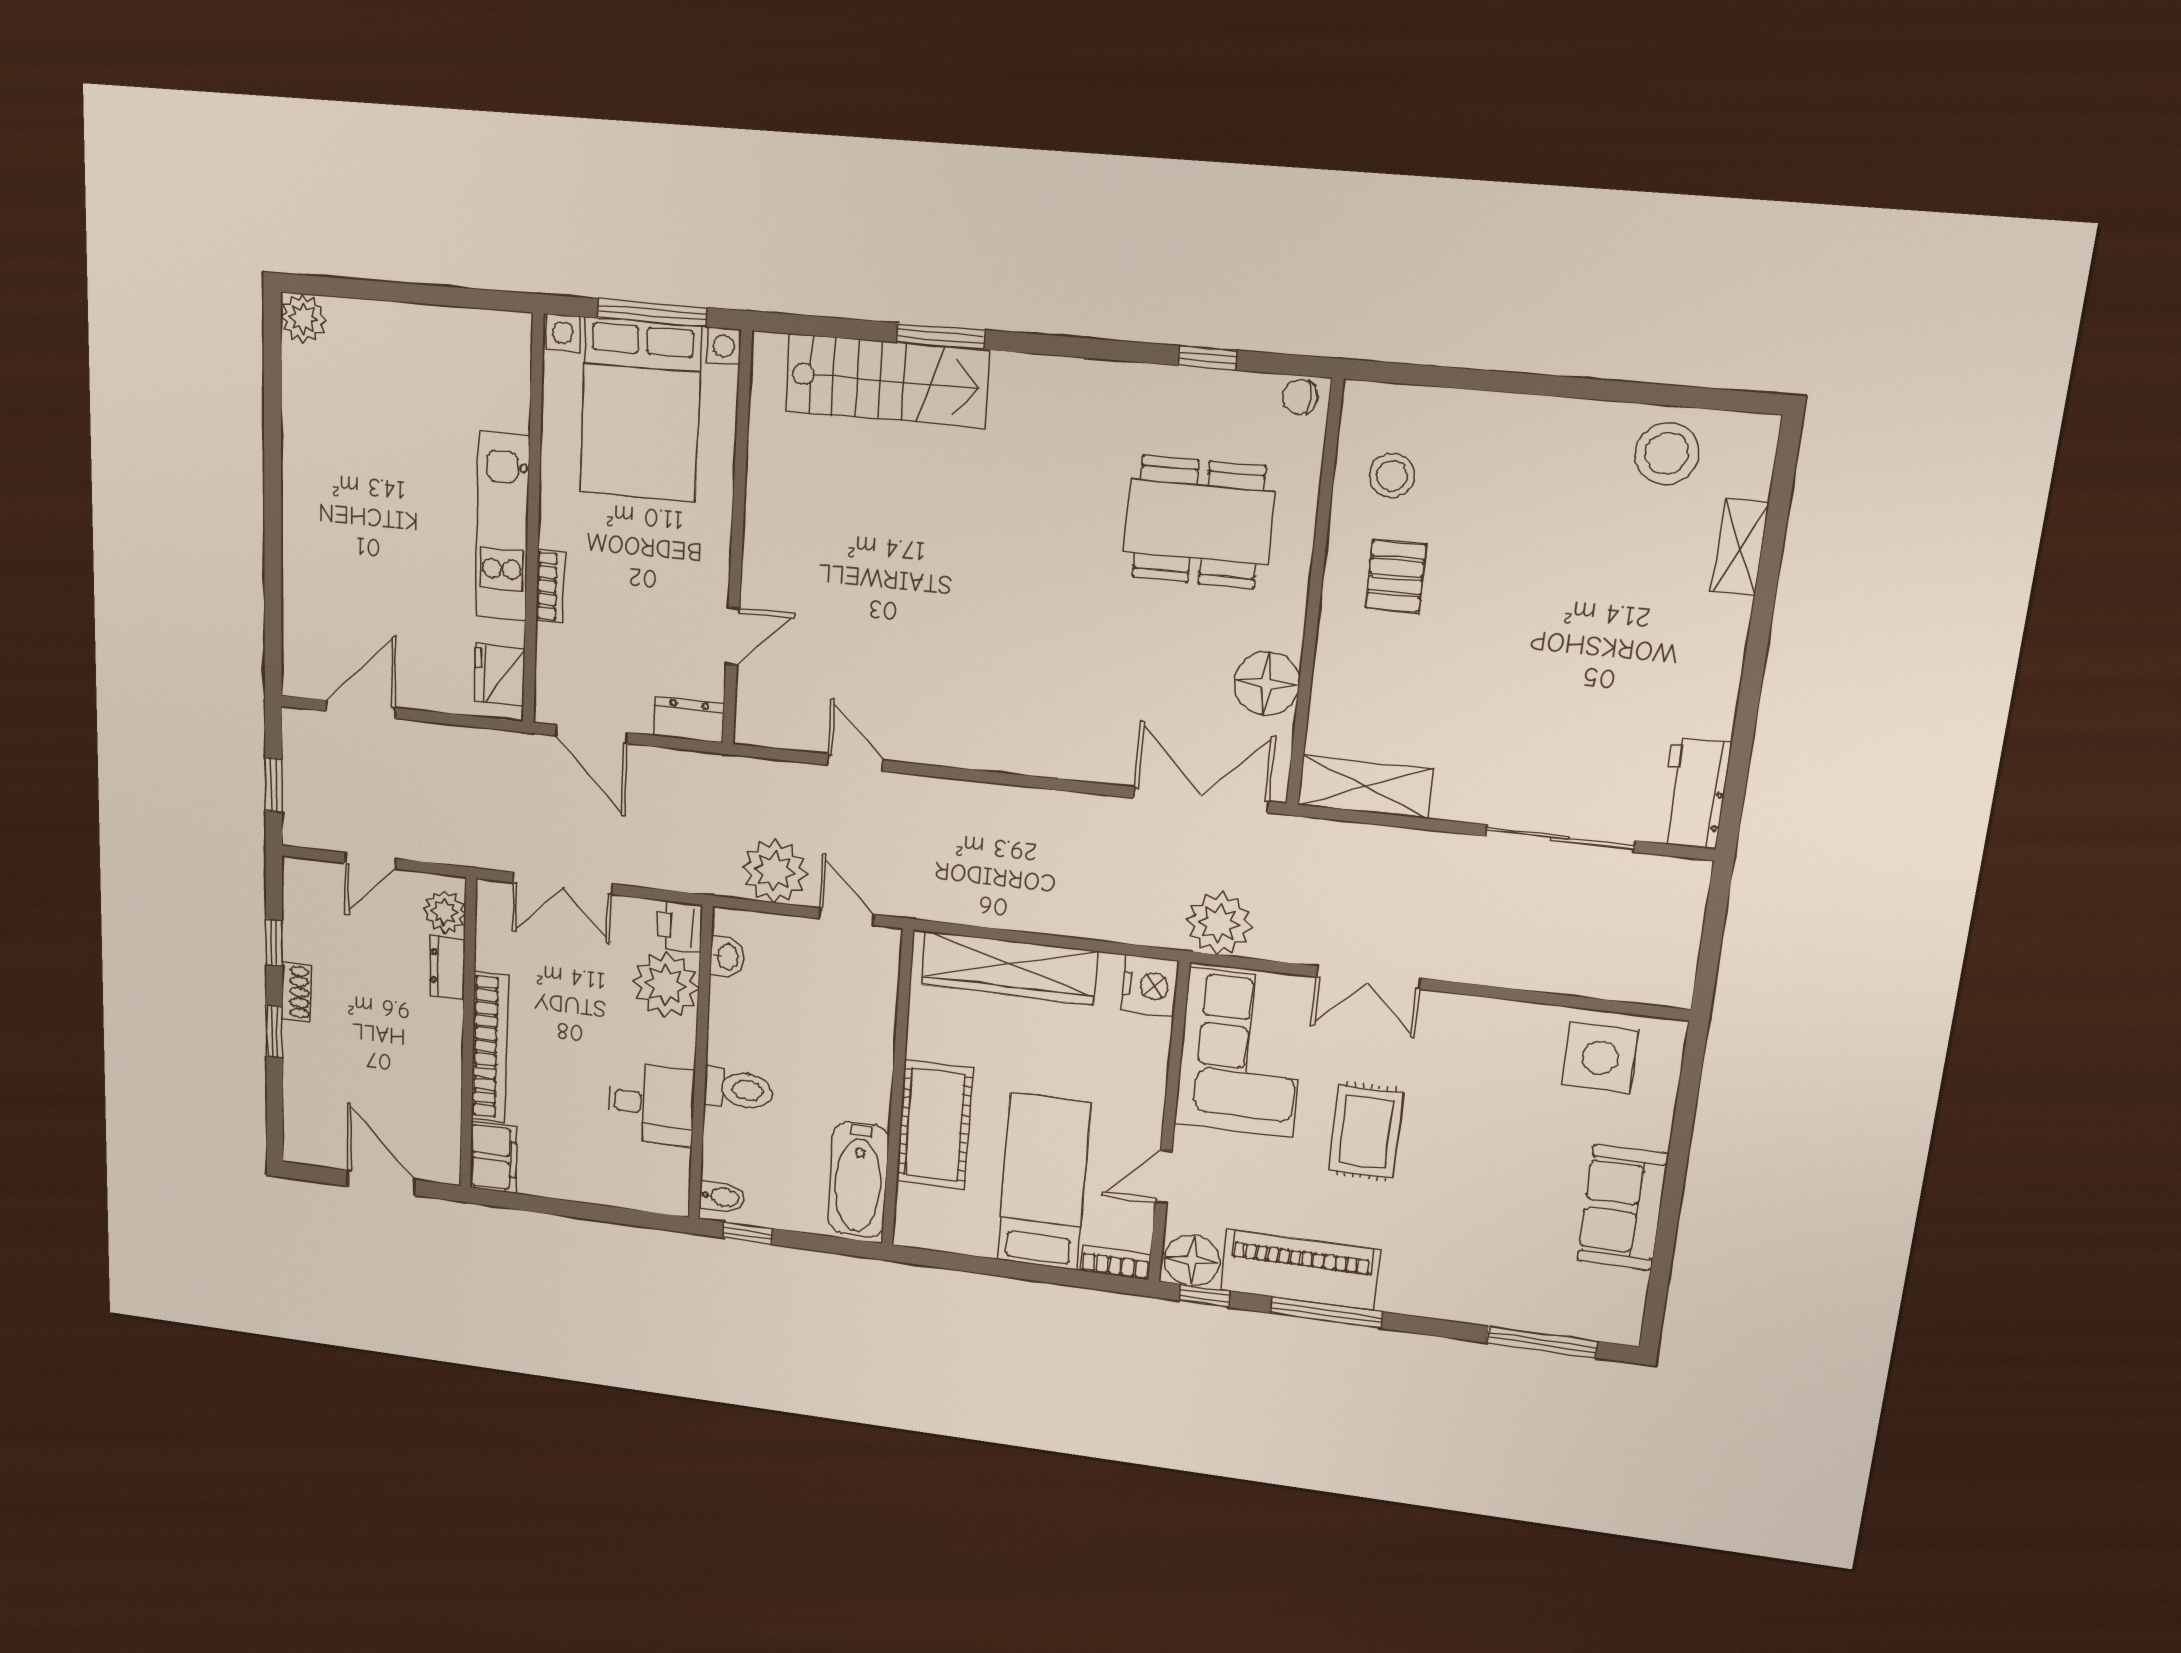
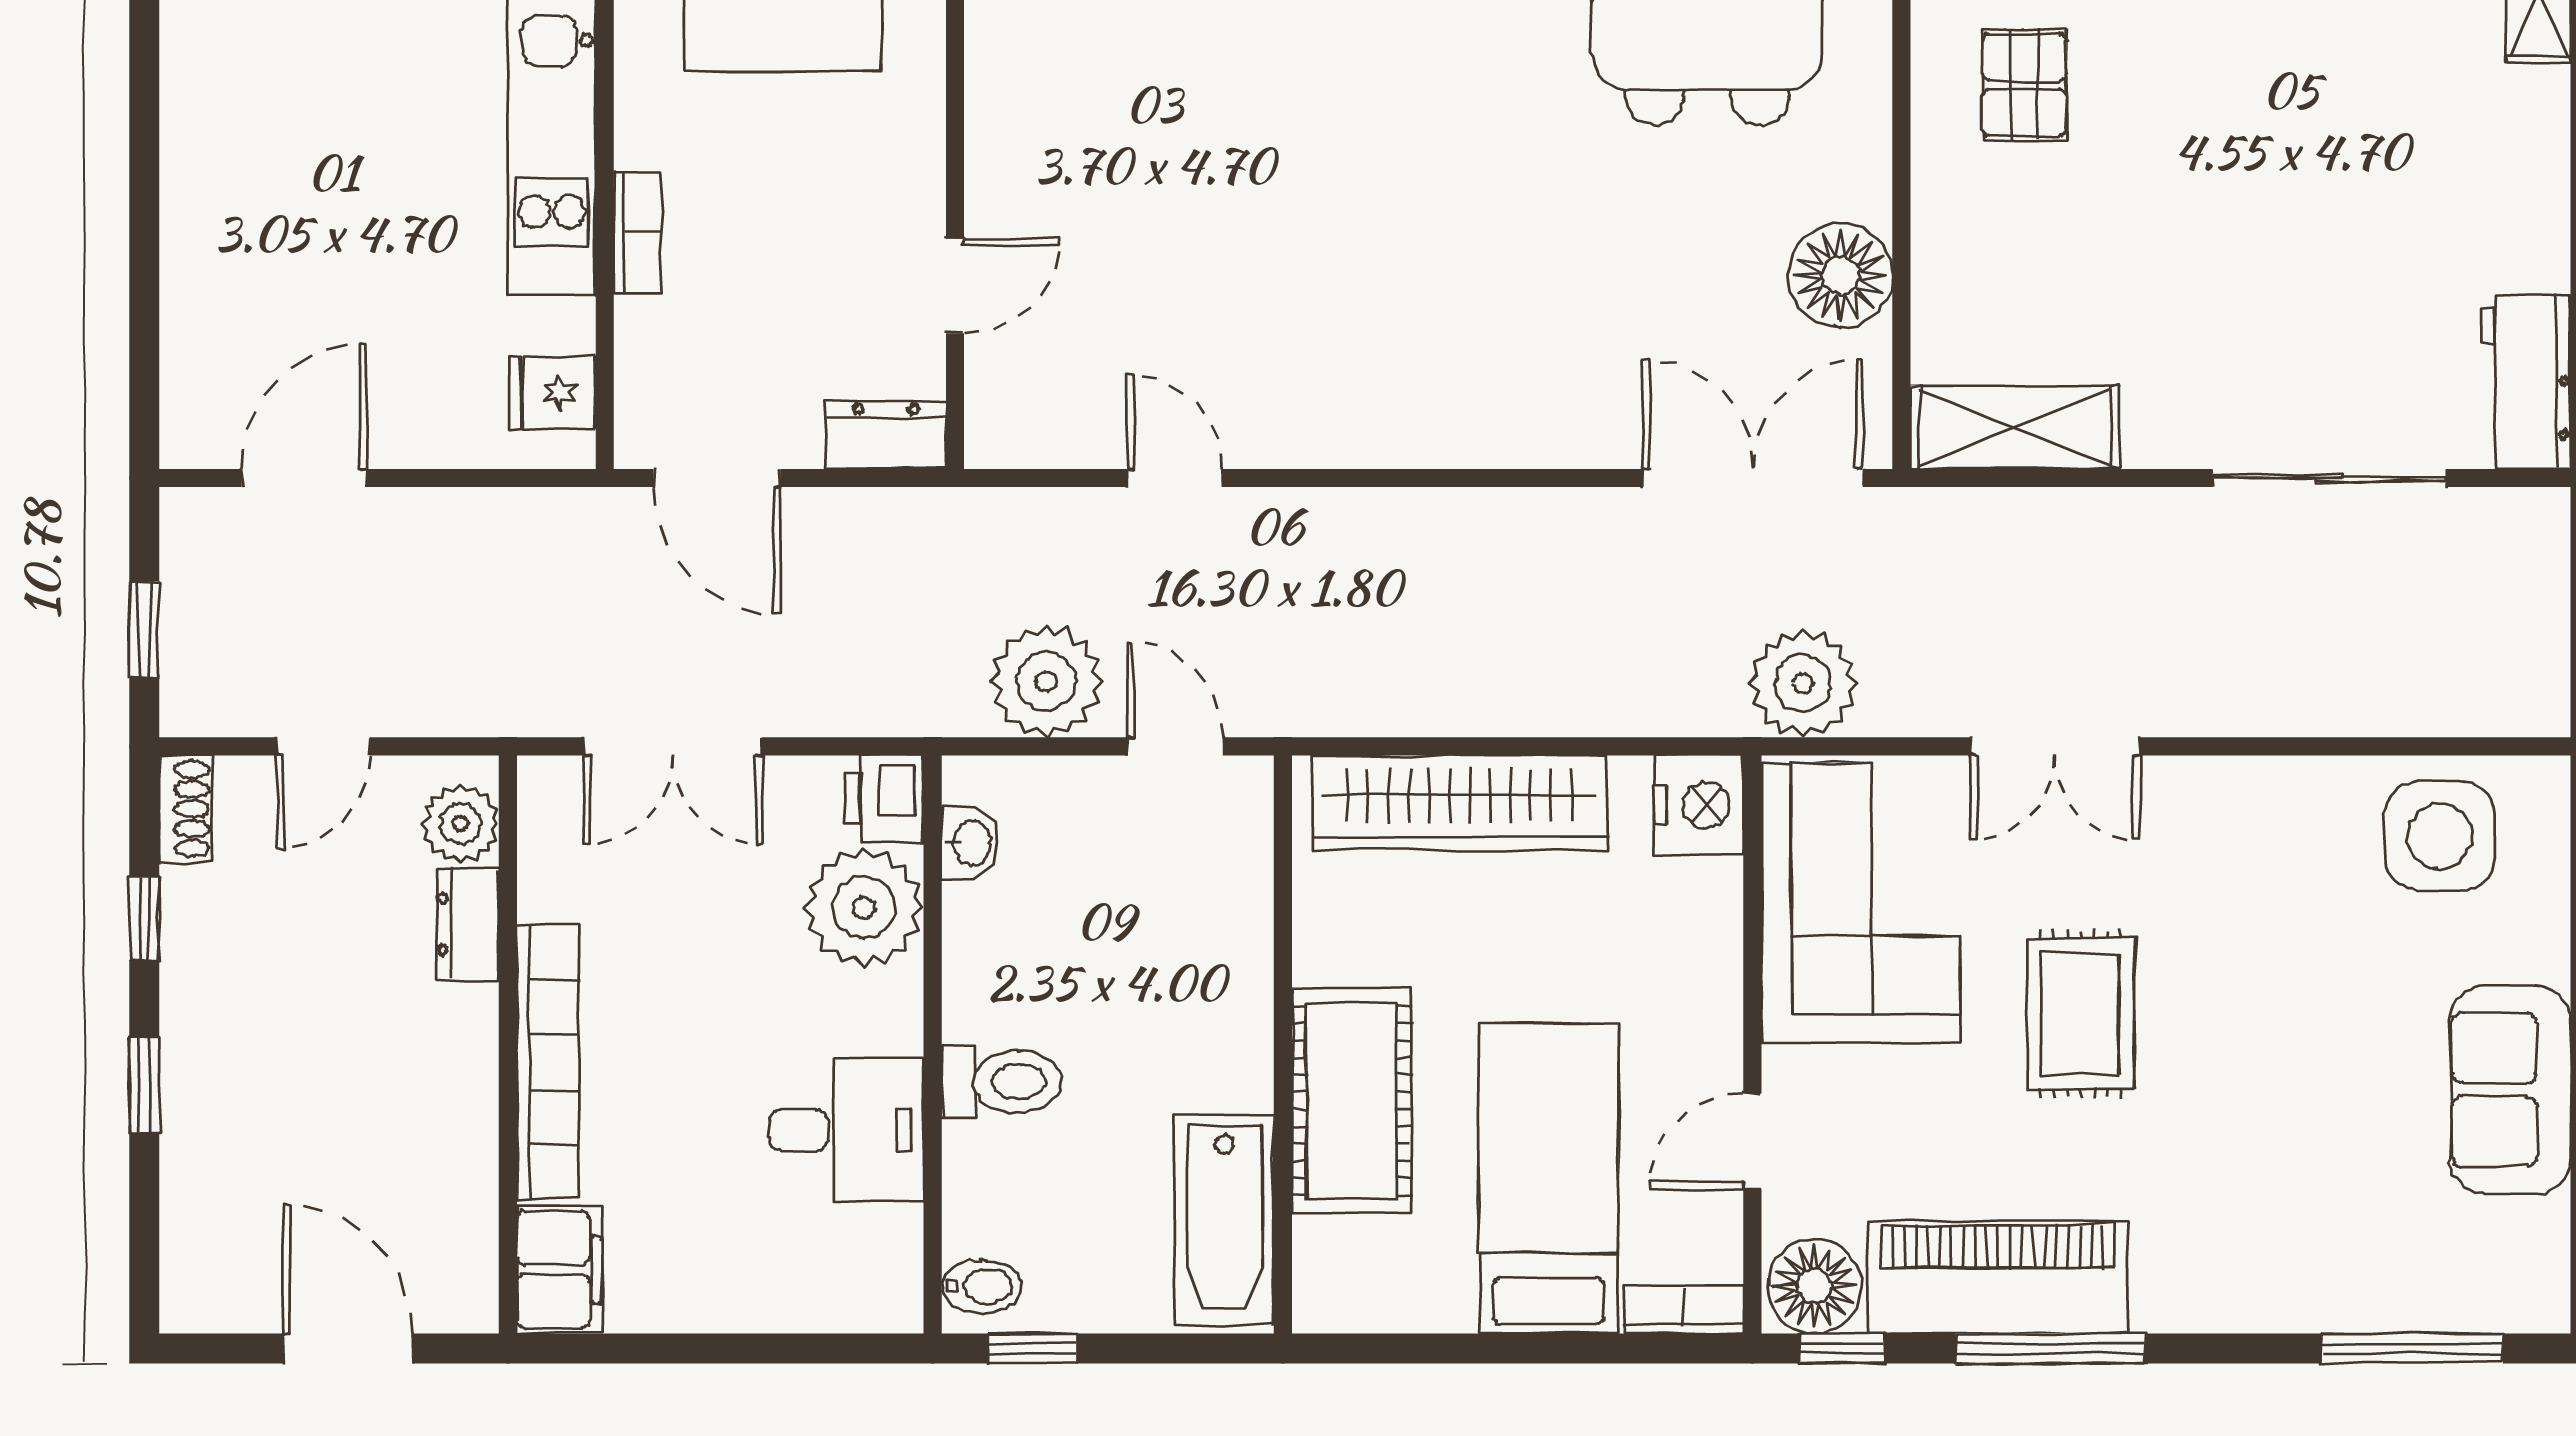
fridge: (500, 675) -> (553, 393), width x0.72
shoe rack: (296, 992) -> (185, 809), moved

